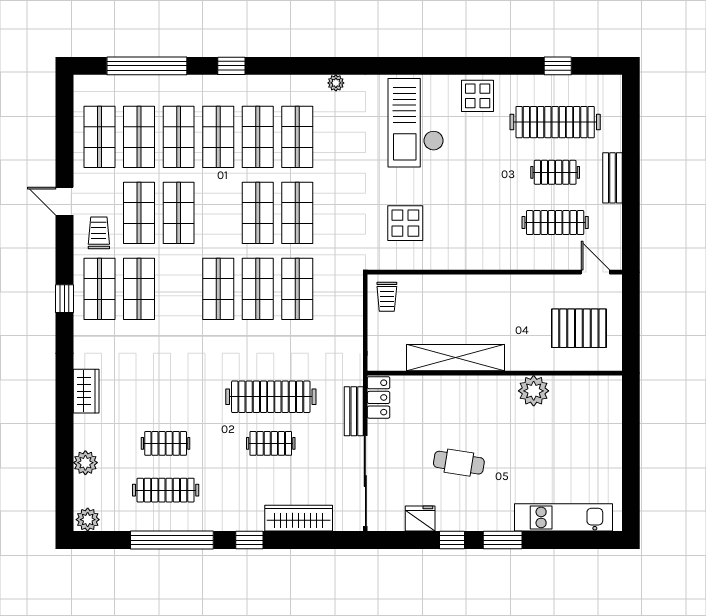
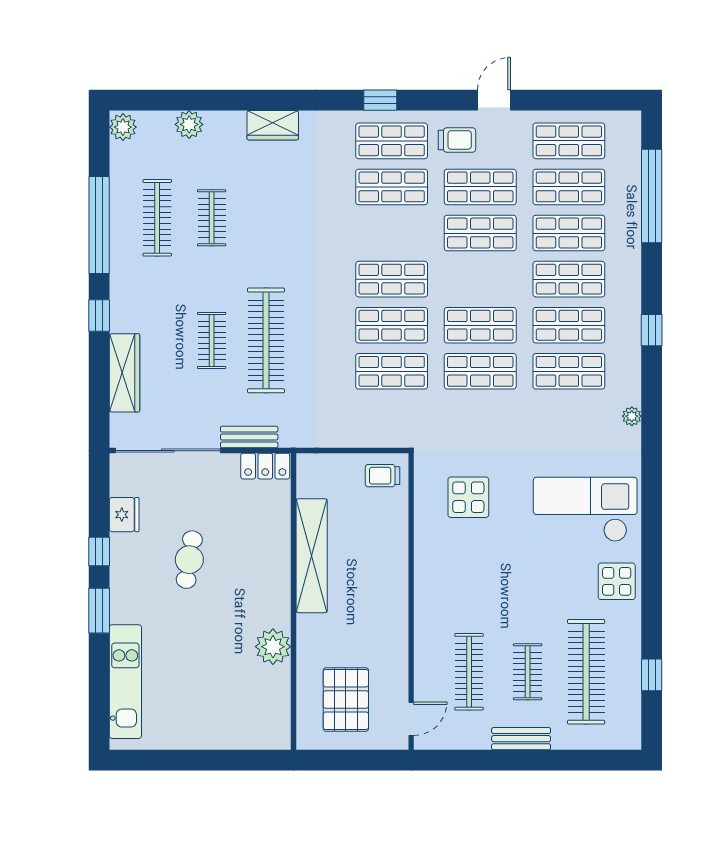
window: (231, 66) -> (652, 330), moved

